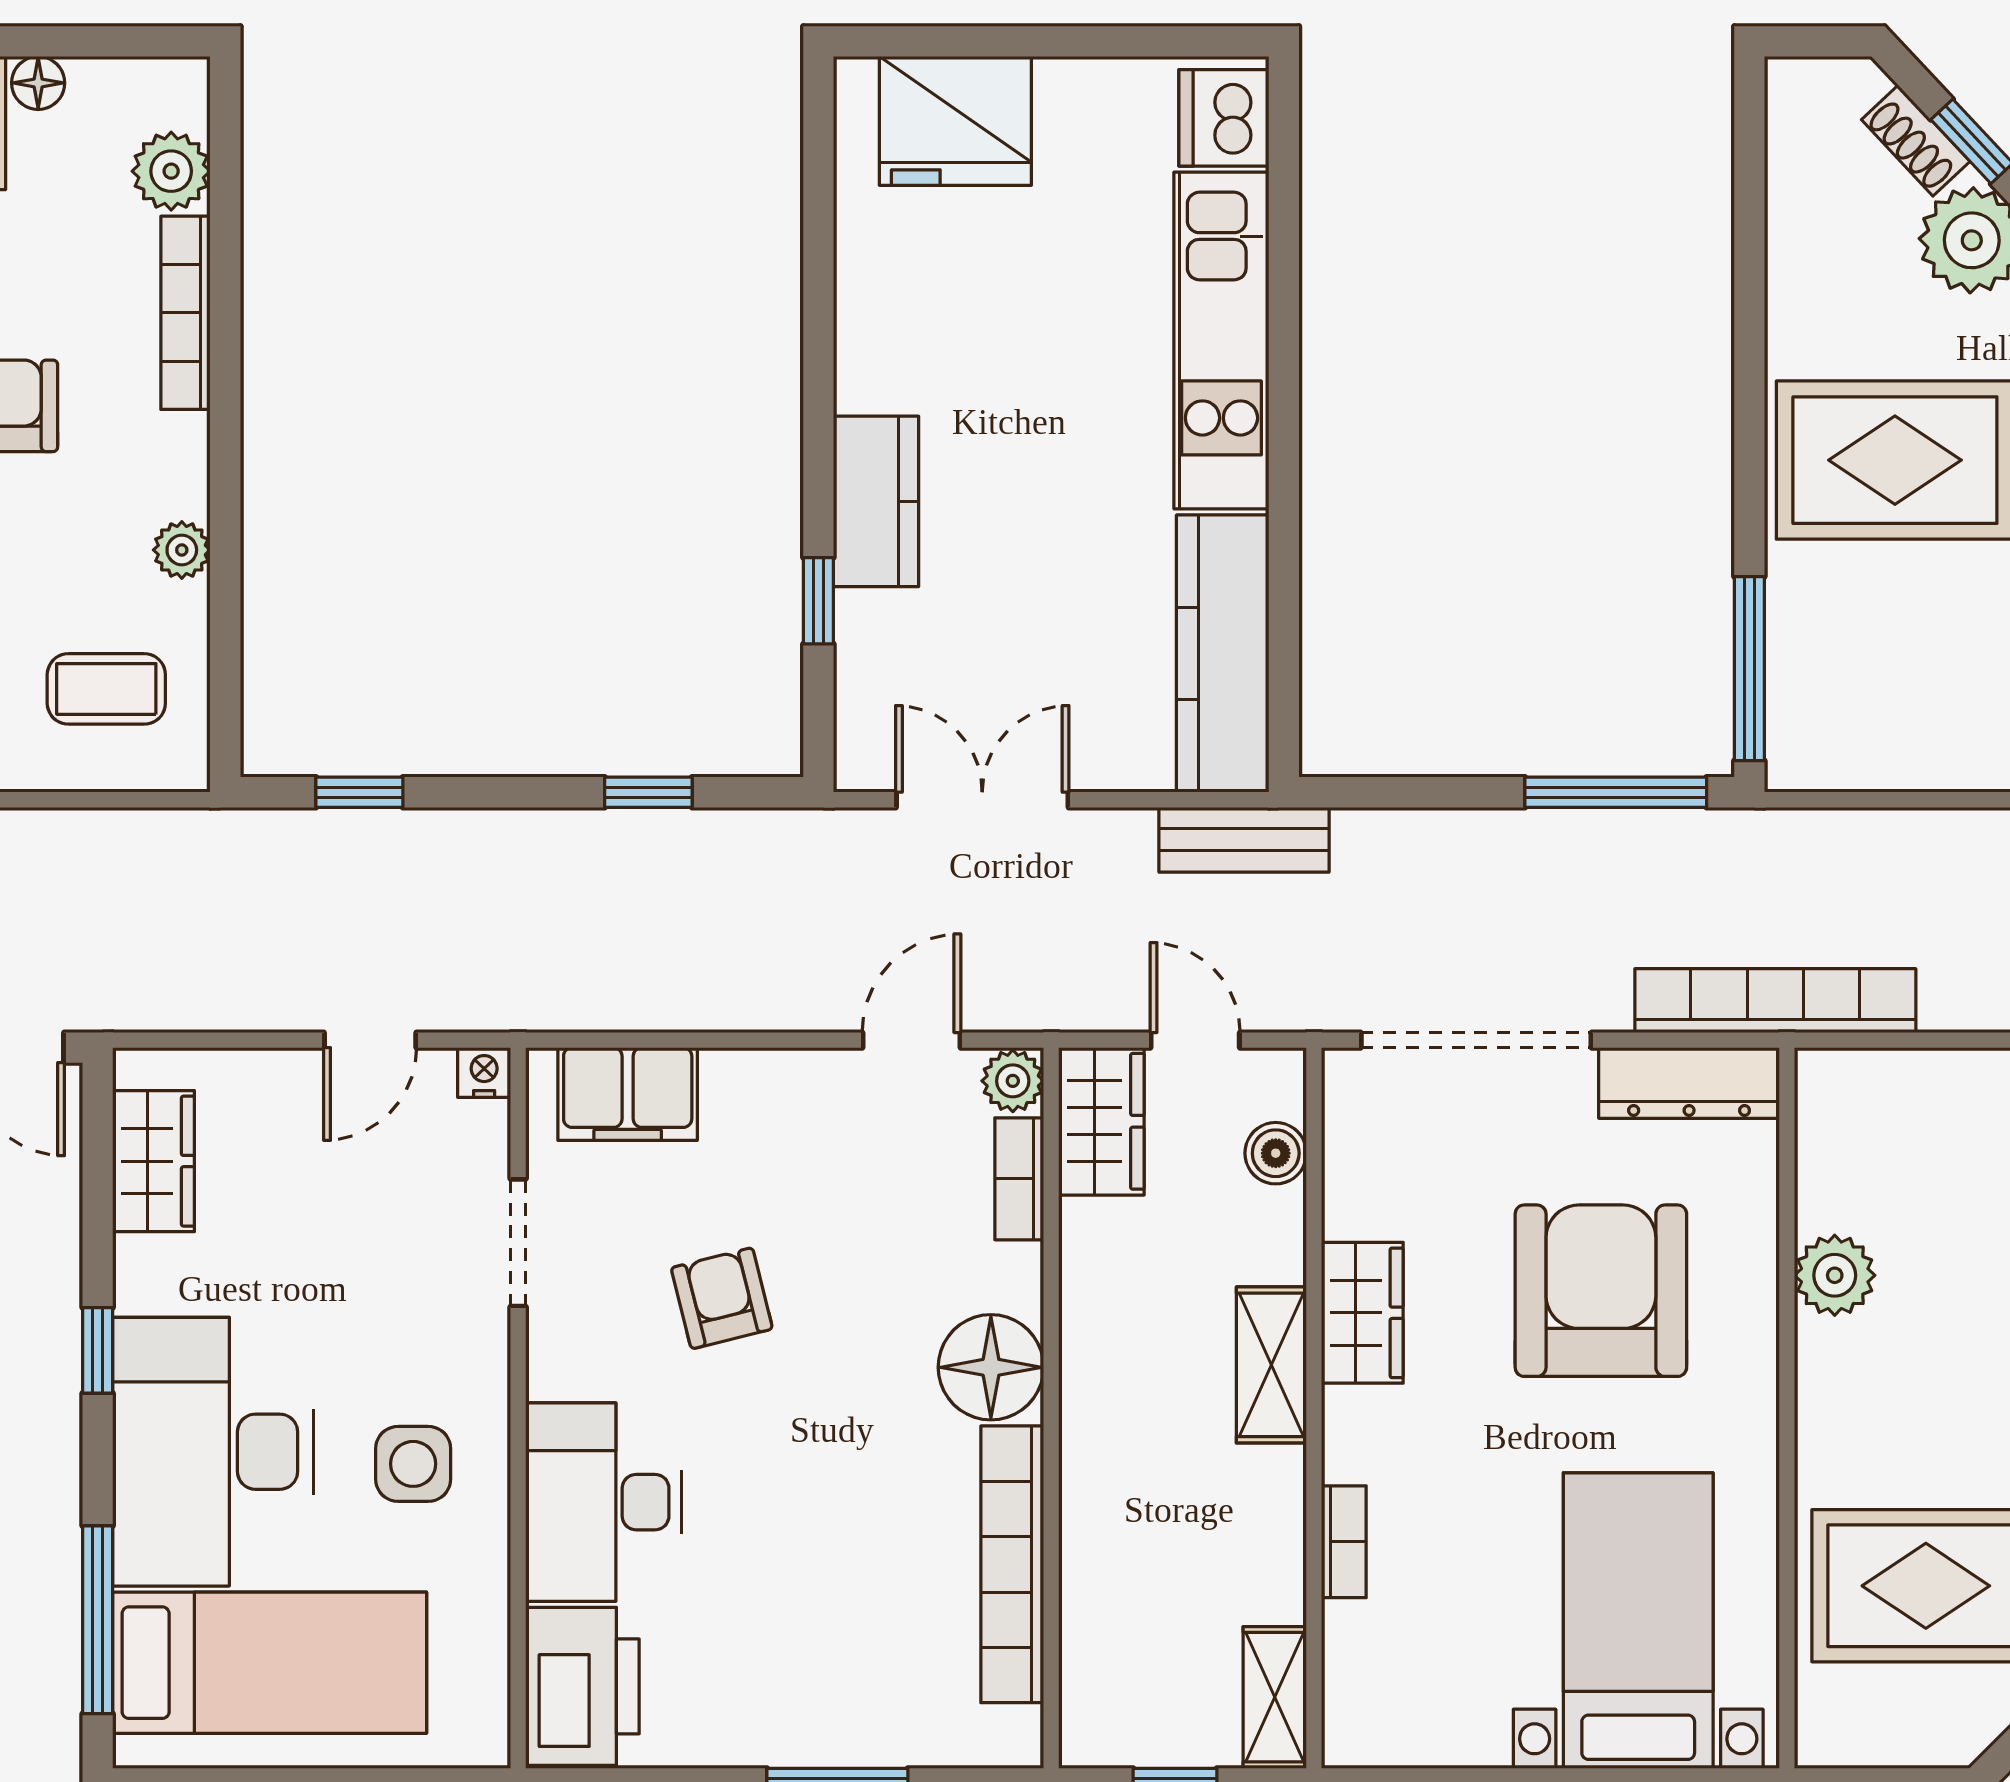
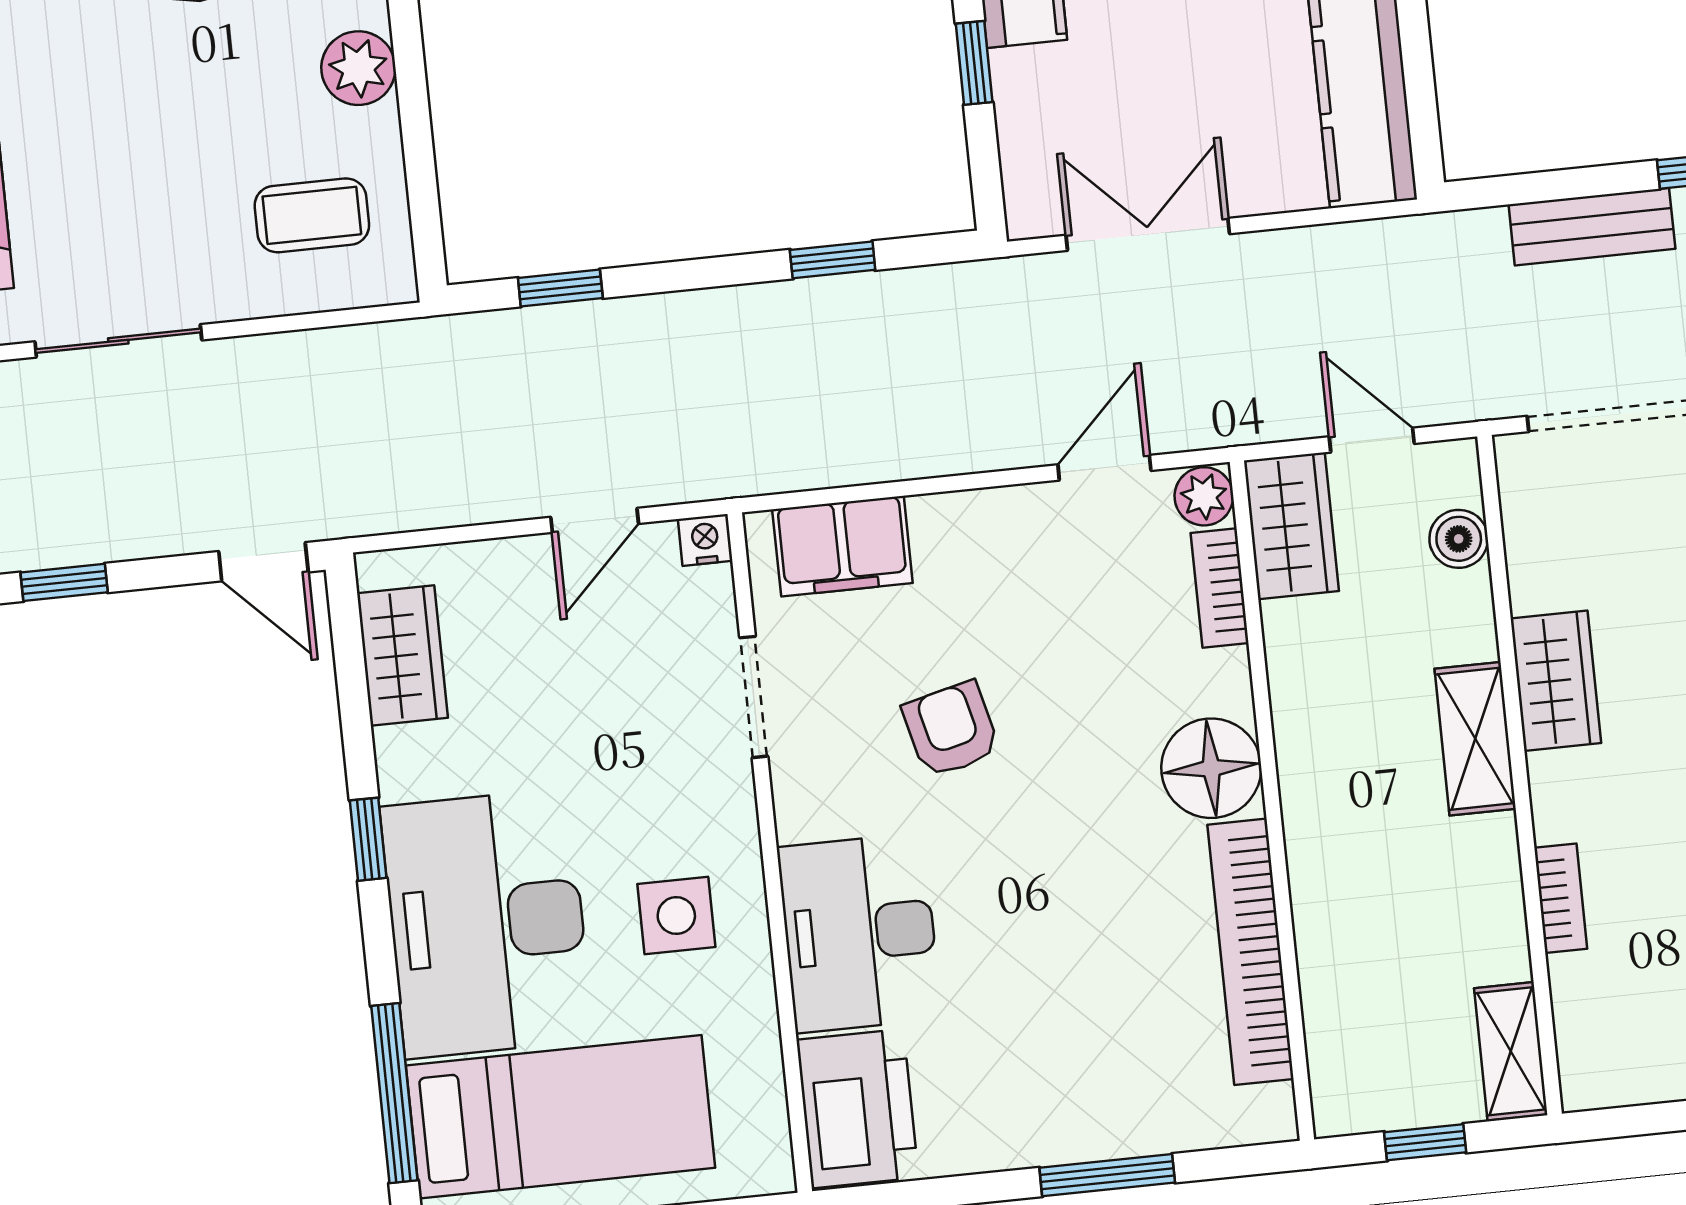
plant: (182, 550) -> (358, 68), width x1.38, depth x1.38
bench: (1244, 840) -> (1592, 227), moved

